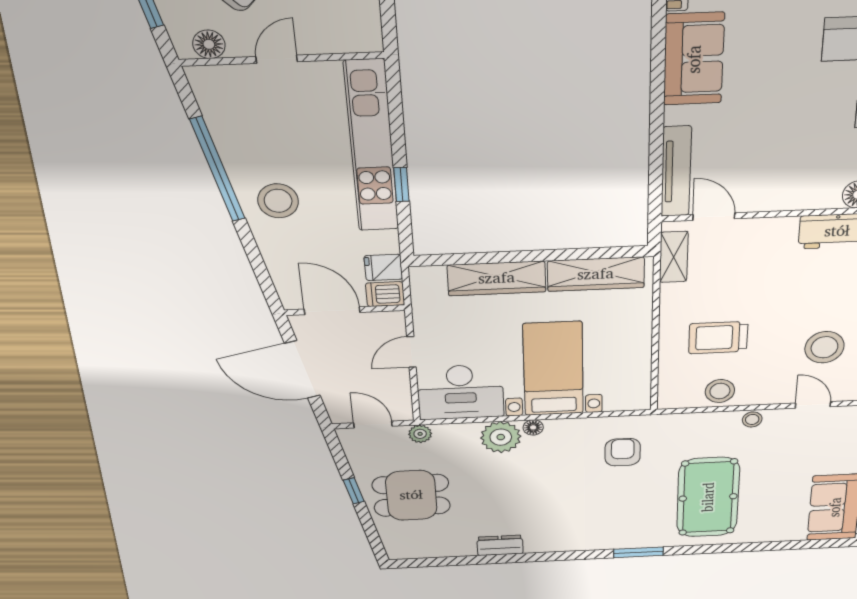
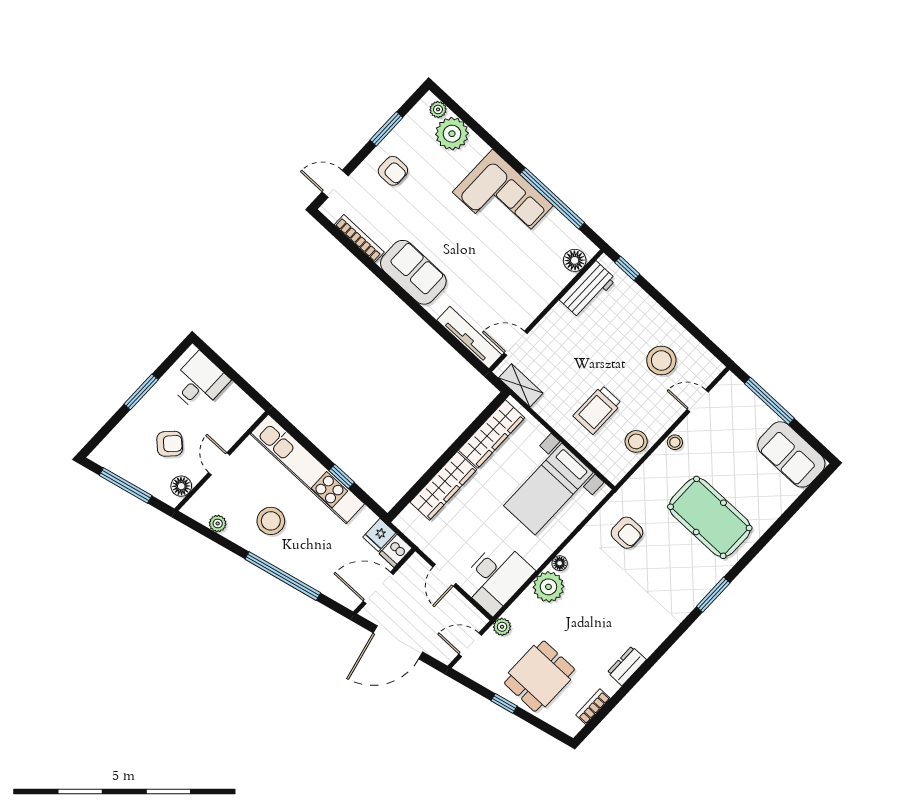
plant: (216, 116) -> (218, 523), added
window: (218, 169) -> (283, 576), moved
stool: (278, 201) -> (271, 521), moved
bed with nightstands: (553, 369) -> (548, 489), moved, turned -90
armchair: (623, 452) -> (627, 533), turned 180
bookcase: (434, 551) -> (593, 707), added

